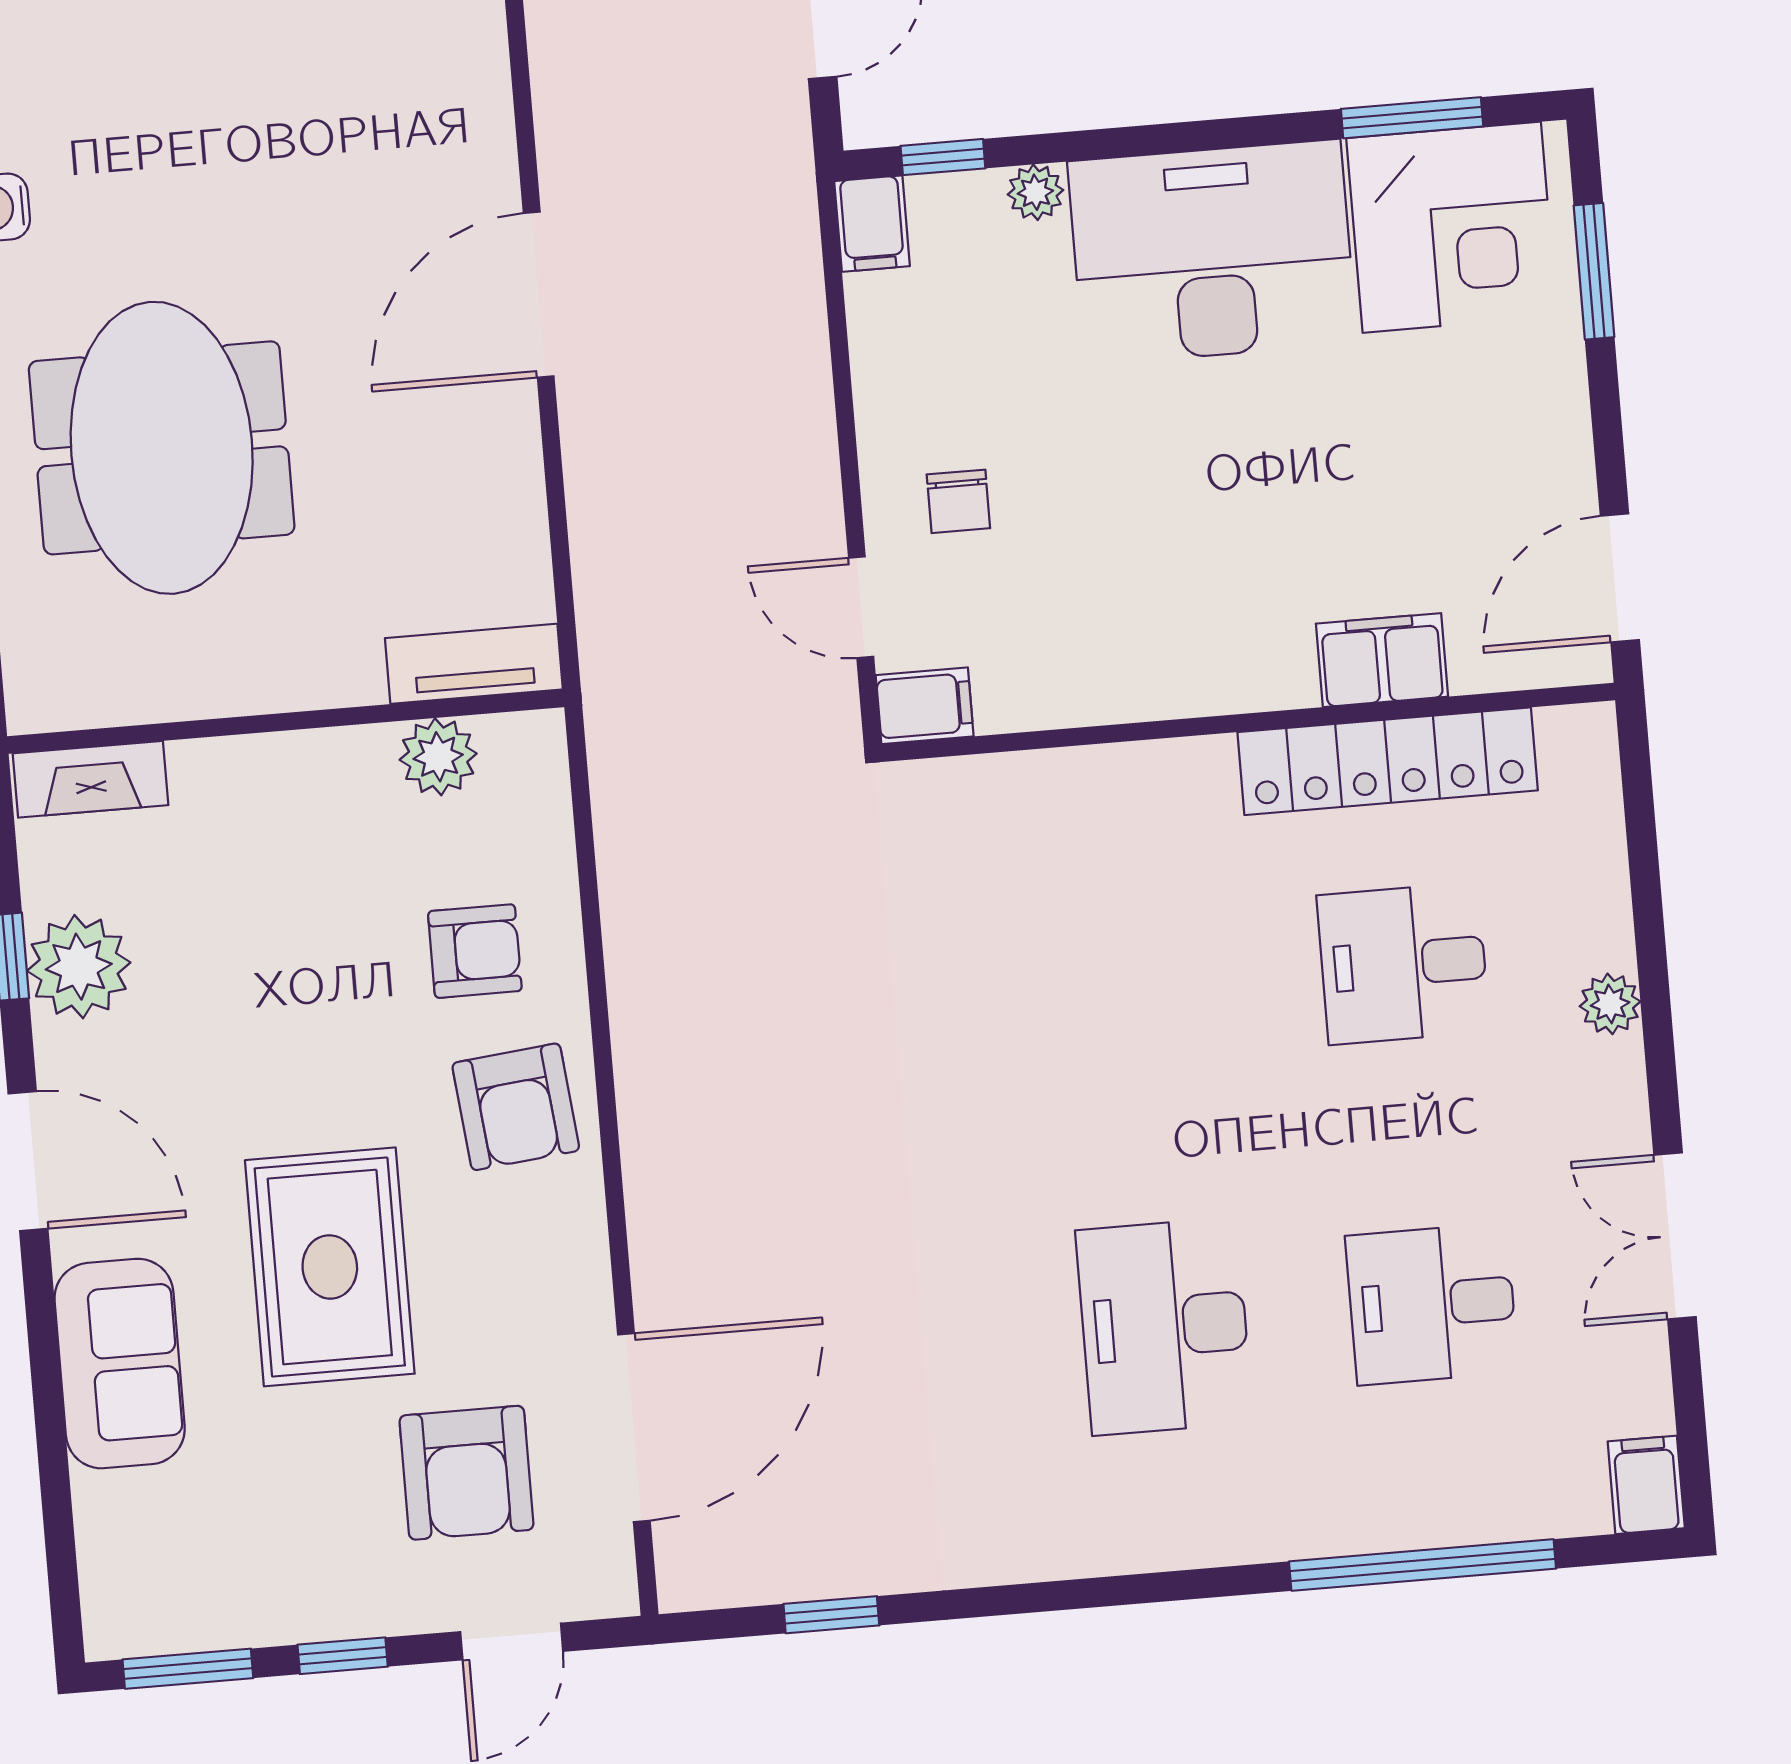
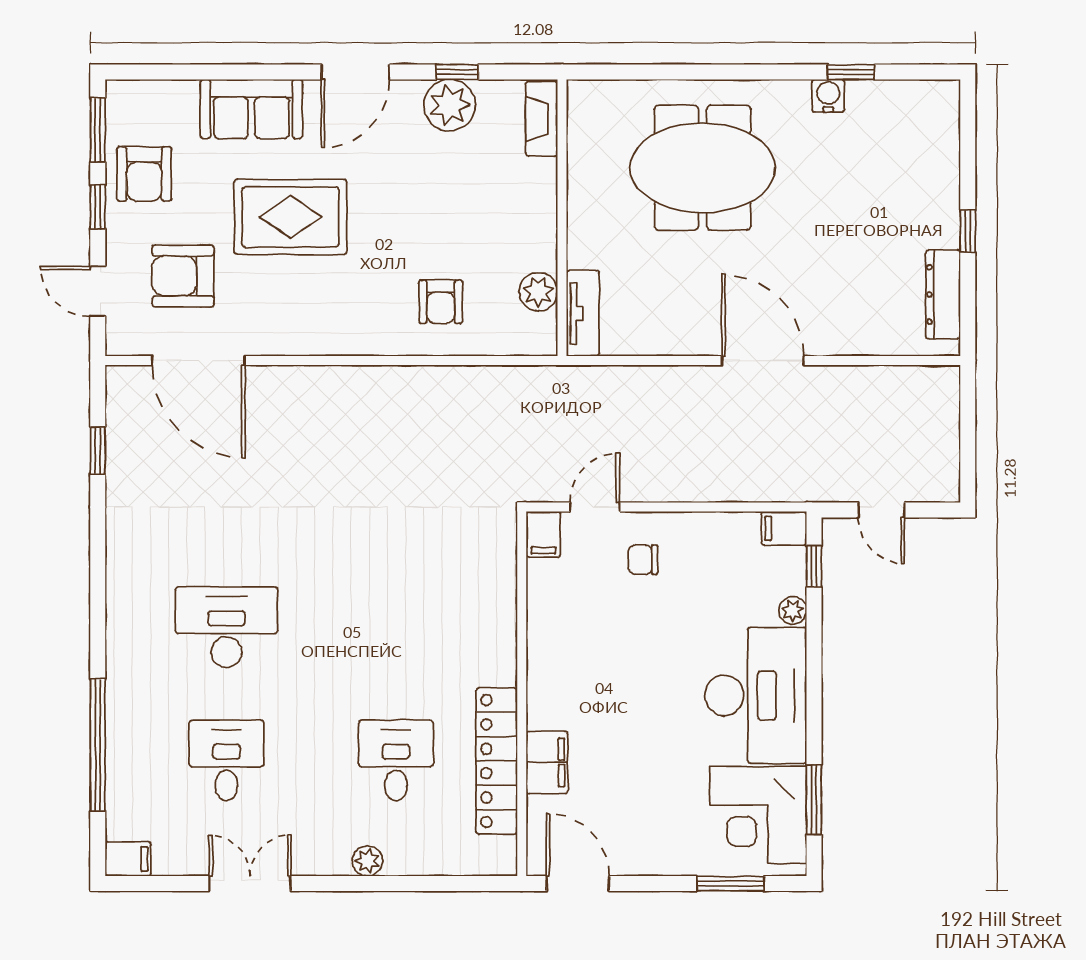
armchair: (516, 1107) -> (144, 174), moved, turned -84

